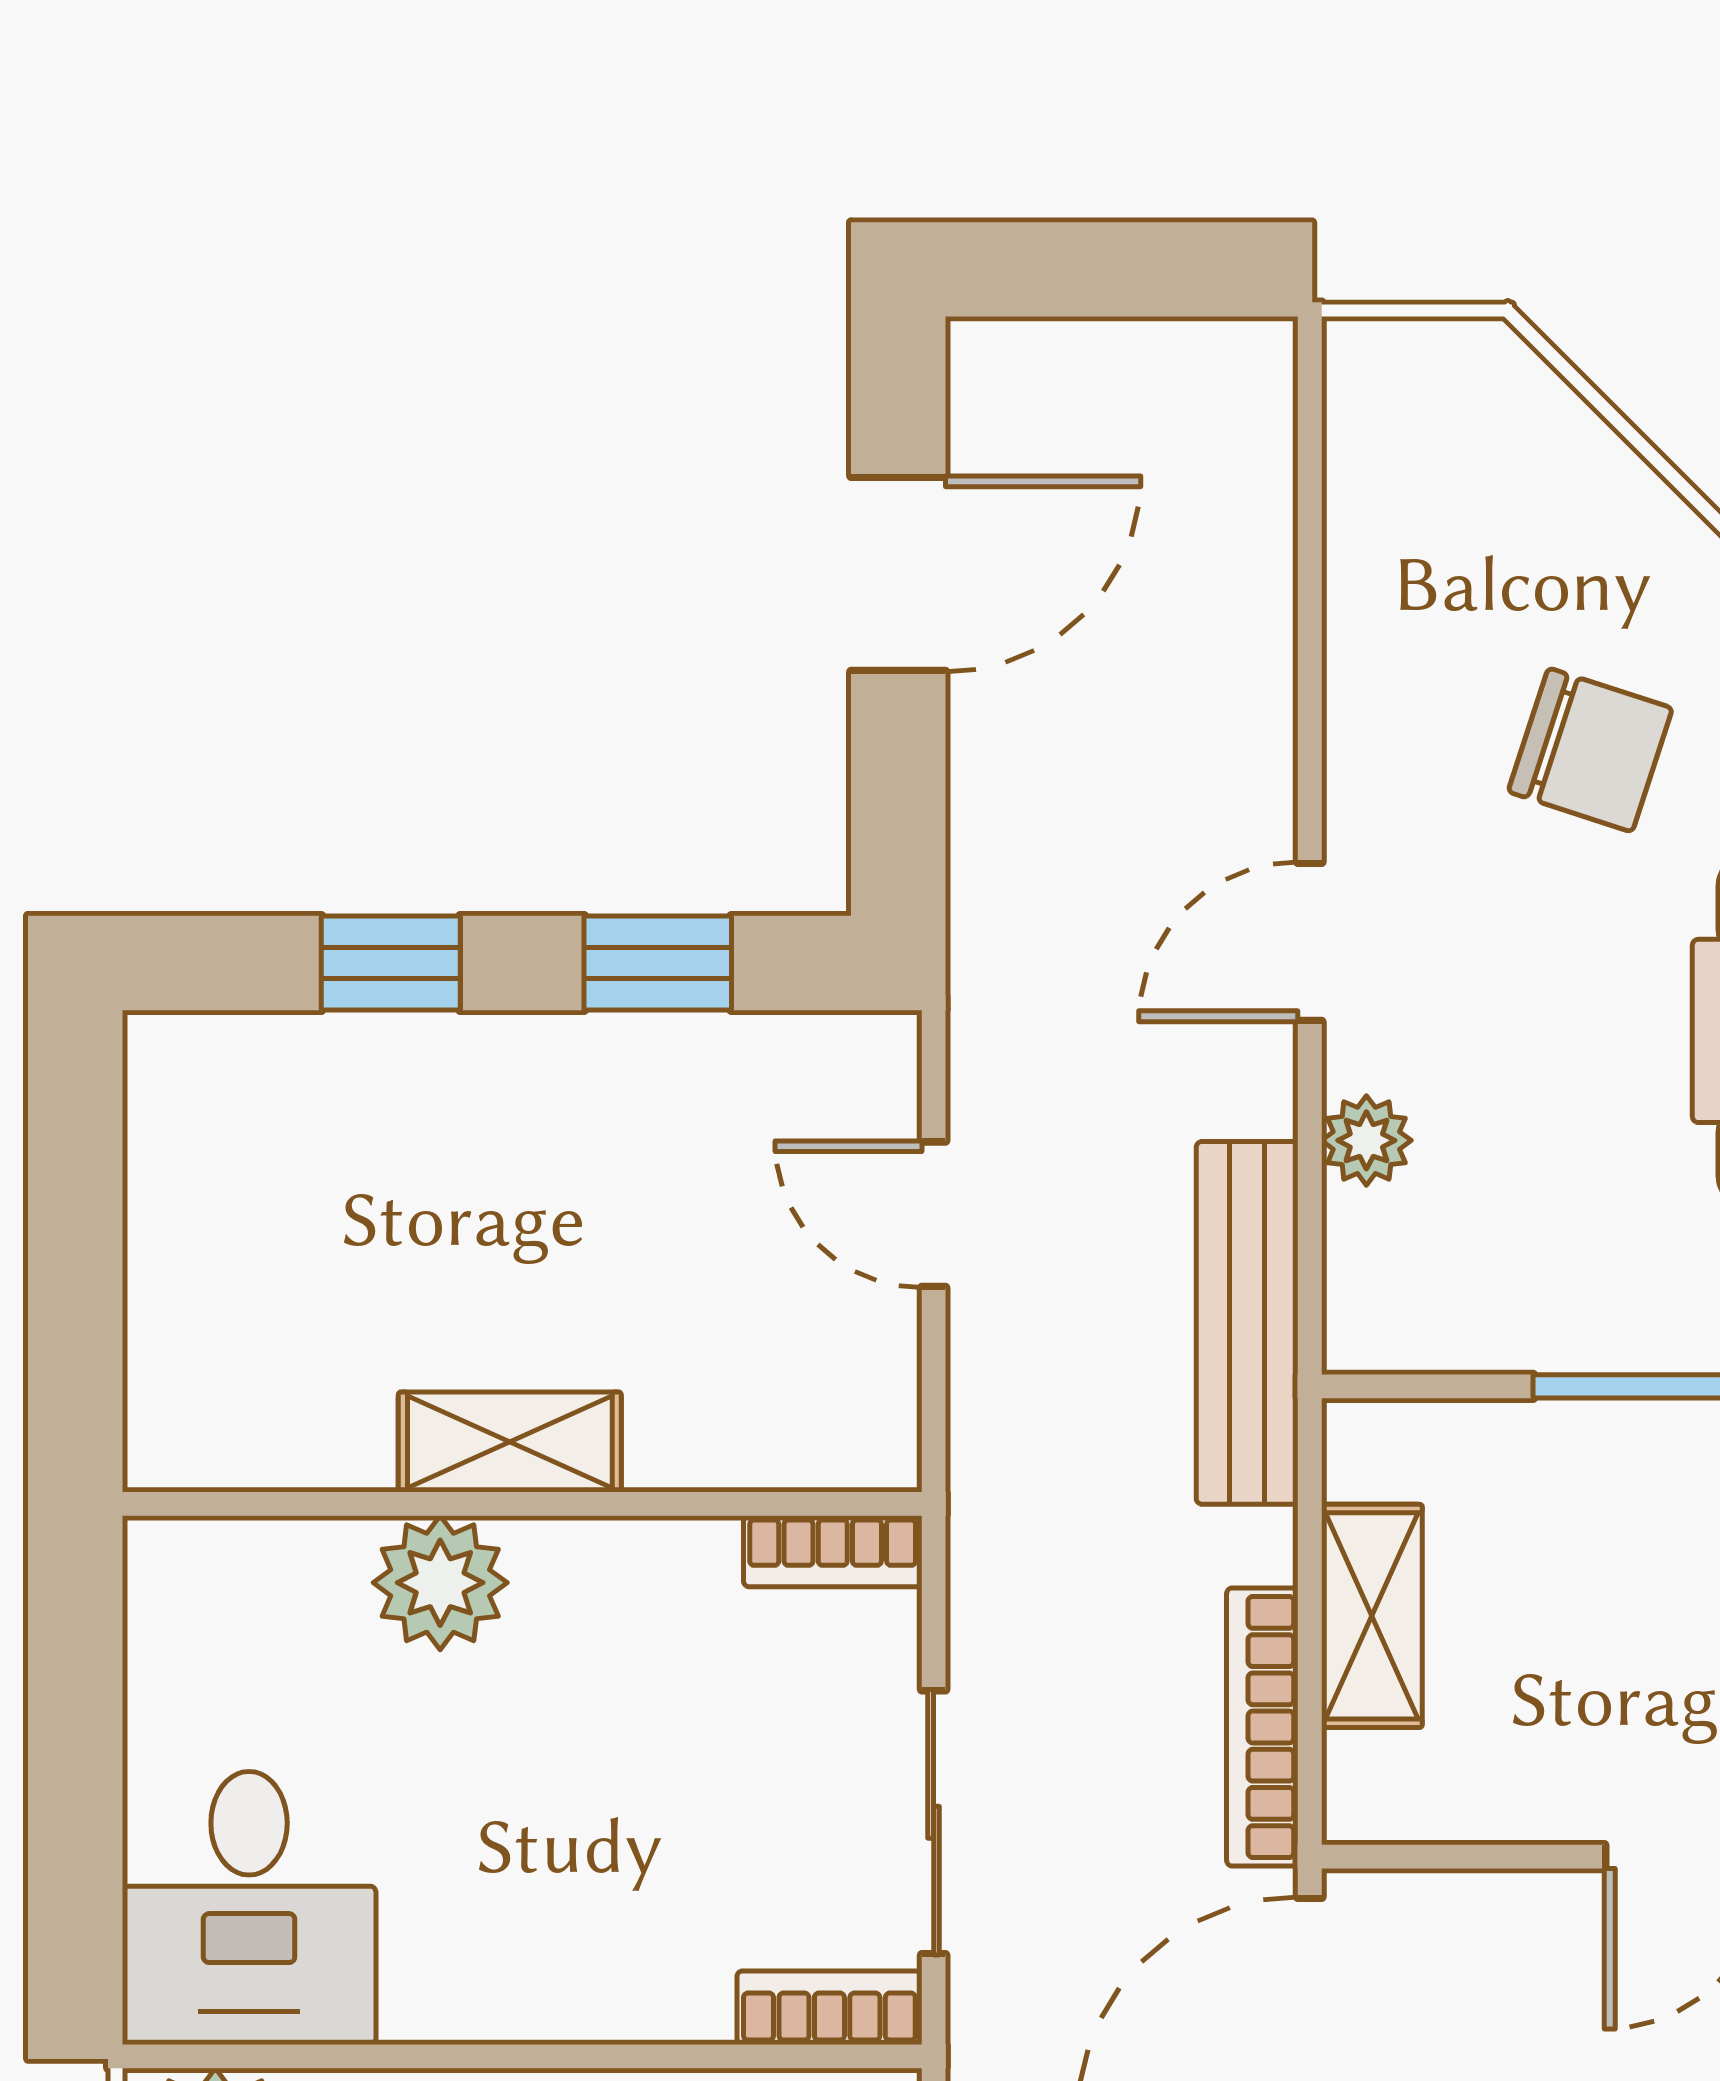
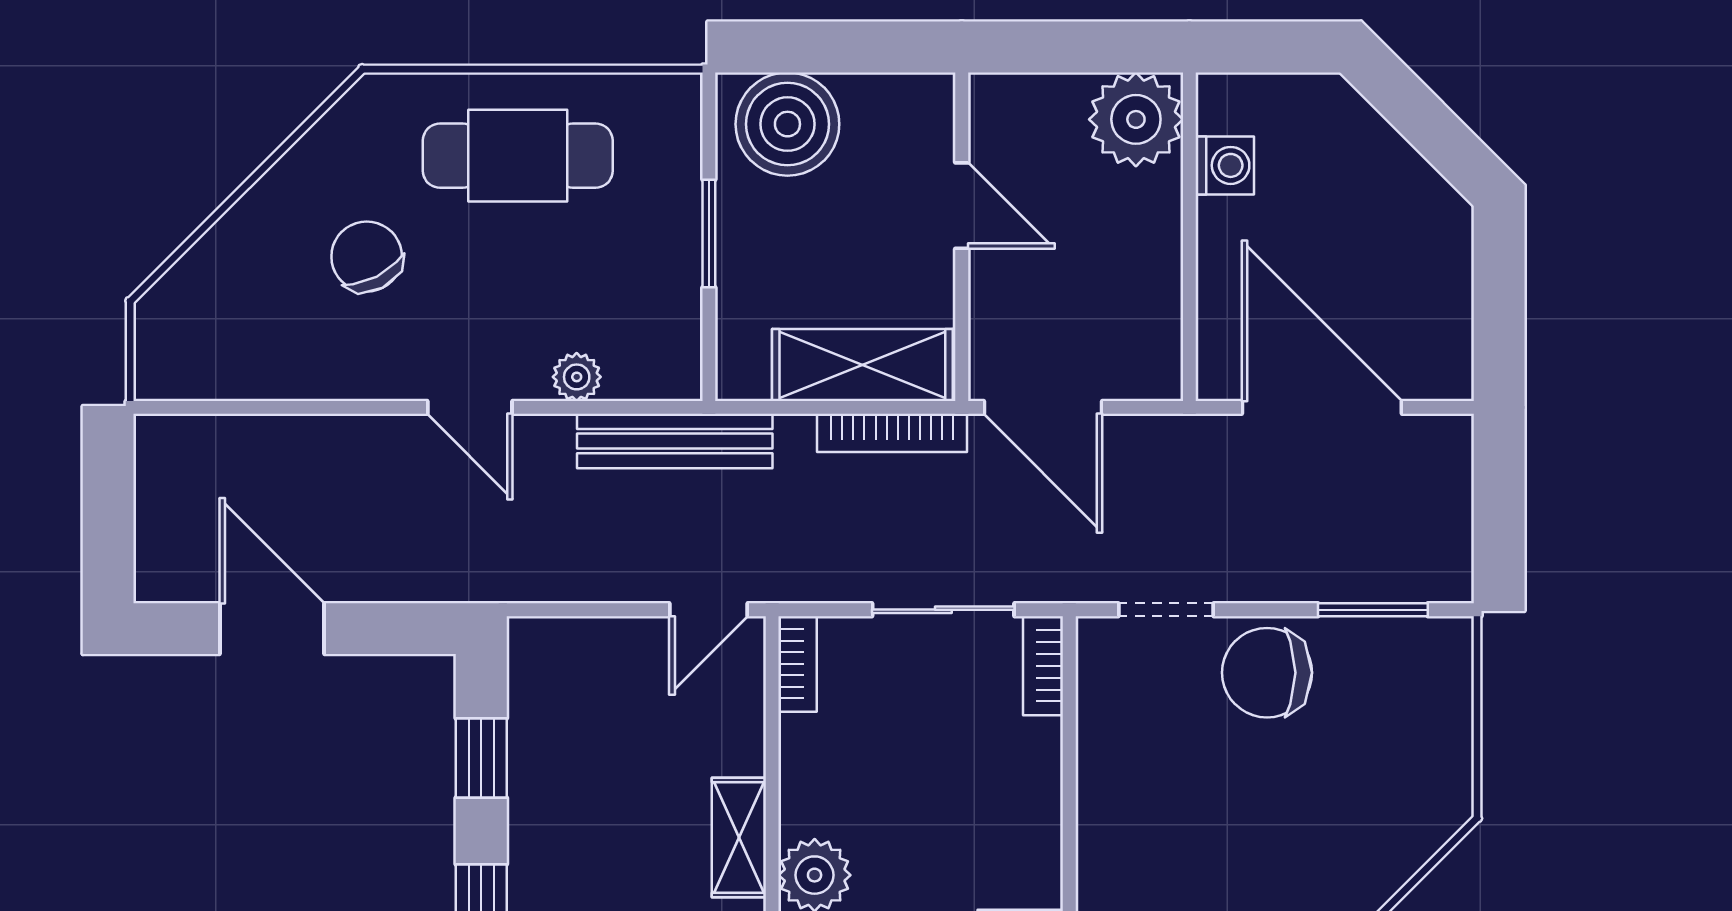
chair: (1590, 750) -> (367, 257), turned -45
door: (934, 1214) -> (709, 610), moved
shelving: (1372, 1616) -> (862, 365), width x1.50, depth x1.33

